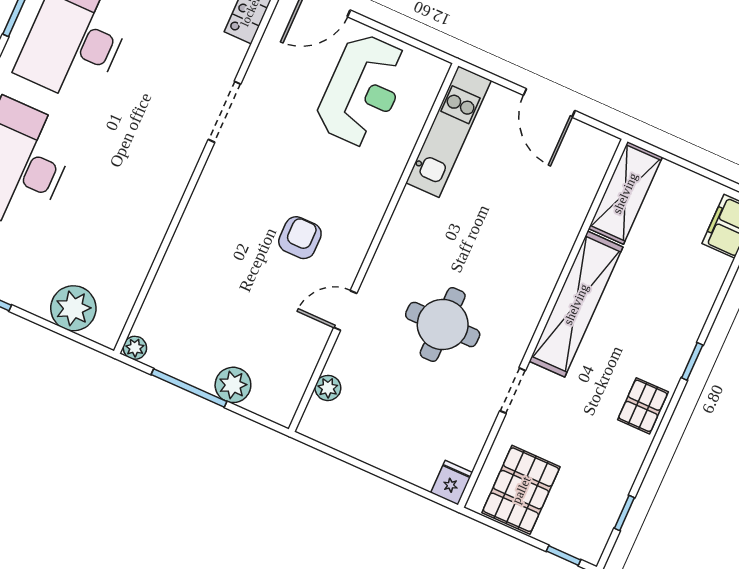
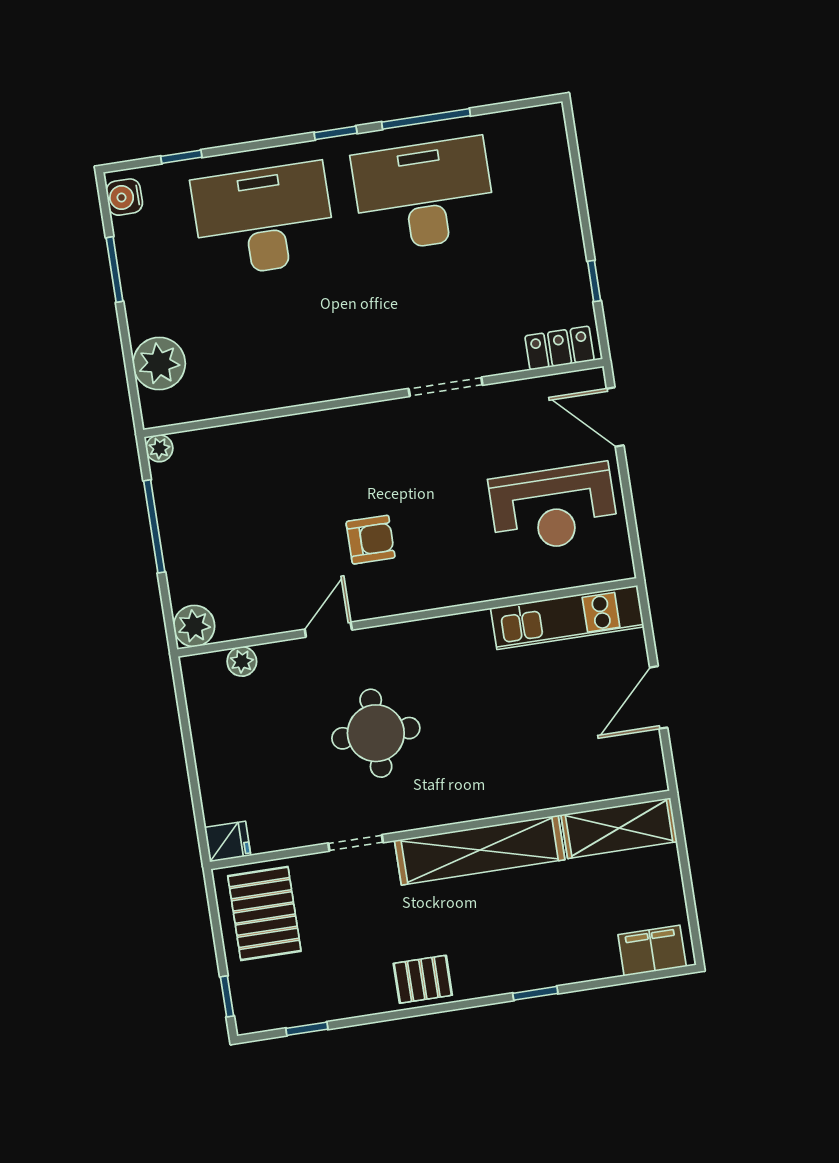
door: (345, 310) -> (328, 630), hinge flipped
window: (692, 361) -> (535, 993), moved
plant: (233, 385) -> (194, 626), moved
pallet: (521, 490) -> (264, 913), turned 90

